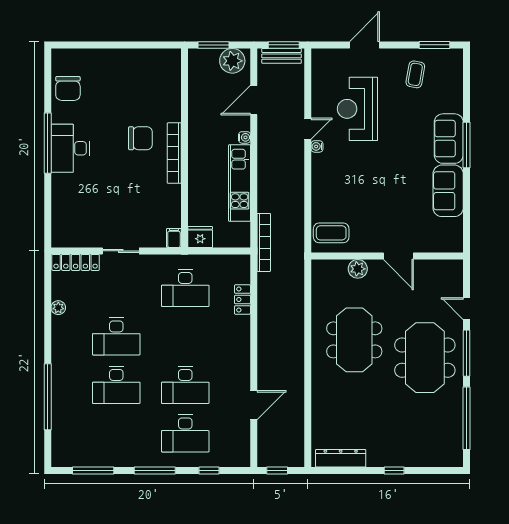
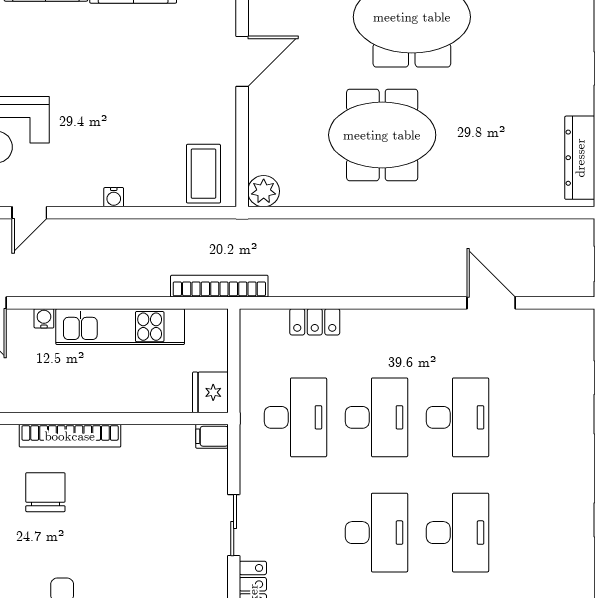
door: (308, 129) -> (29, 213), swing flipped
water cooler: (317, 146) -> (114, 197), moved
plant: (358, 269) -> (264, 191), moved
desk: (185, 433) -> (377, 417), moved

